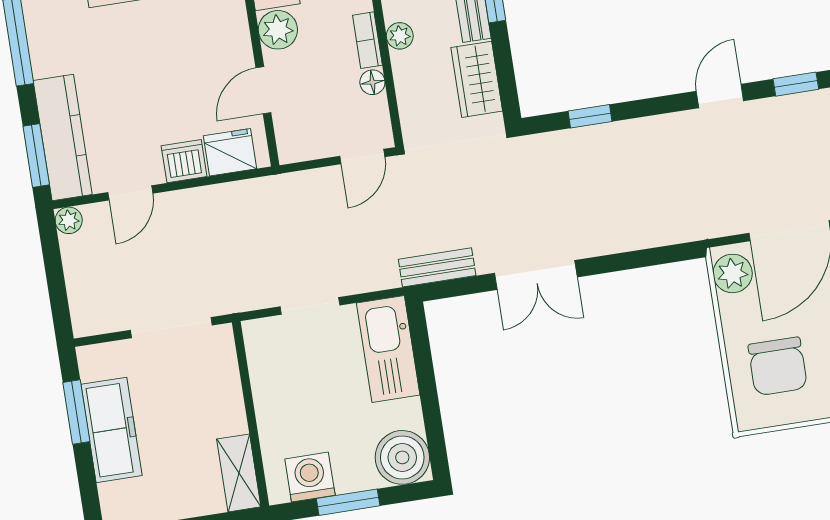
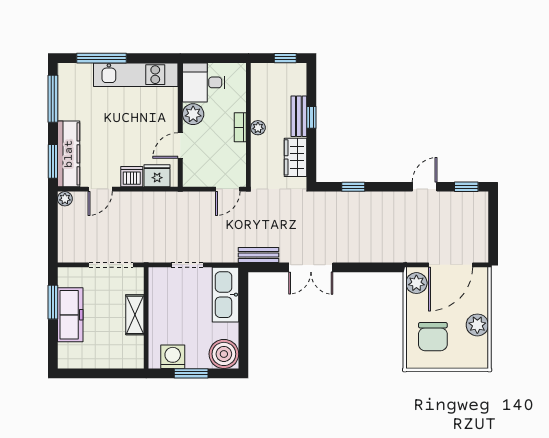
floor lamp: (372, 82) -> (239, 150), removed
shelving: (239, 473) -> (135, 315), moved

